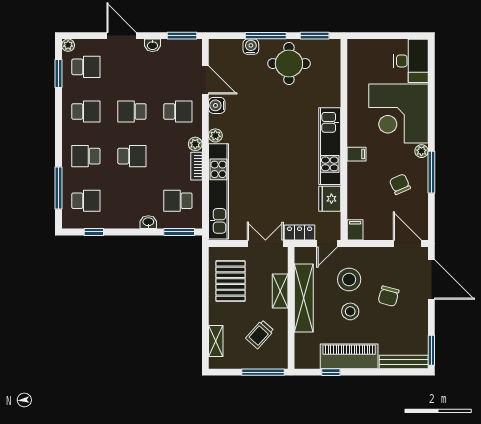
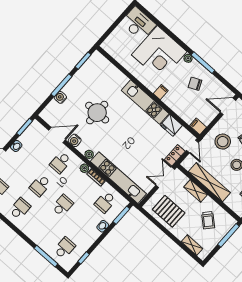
round table: (289, 64) -> (97, 113), moved
school desk: (178, 111) -> (61, 163), turned 180
school desk: (86, 156) -> (42, 228), removed
stool: (349, 279) -> (223, 142), moved

